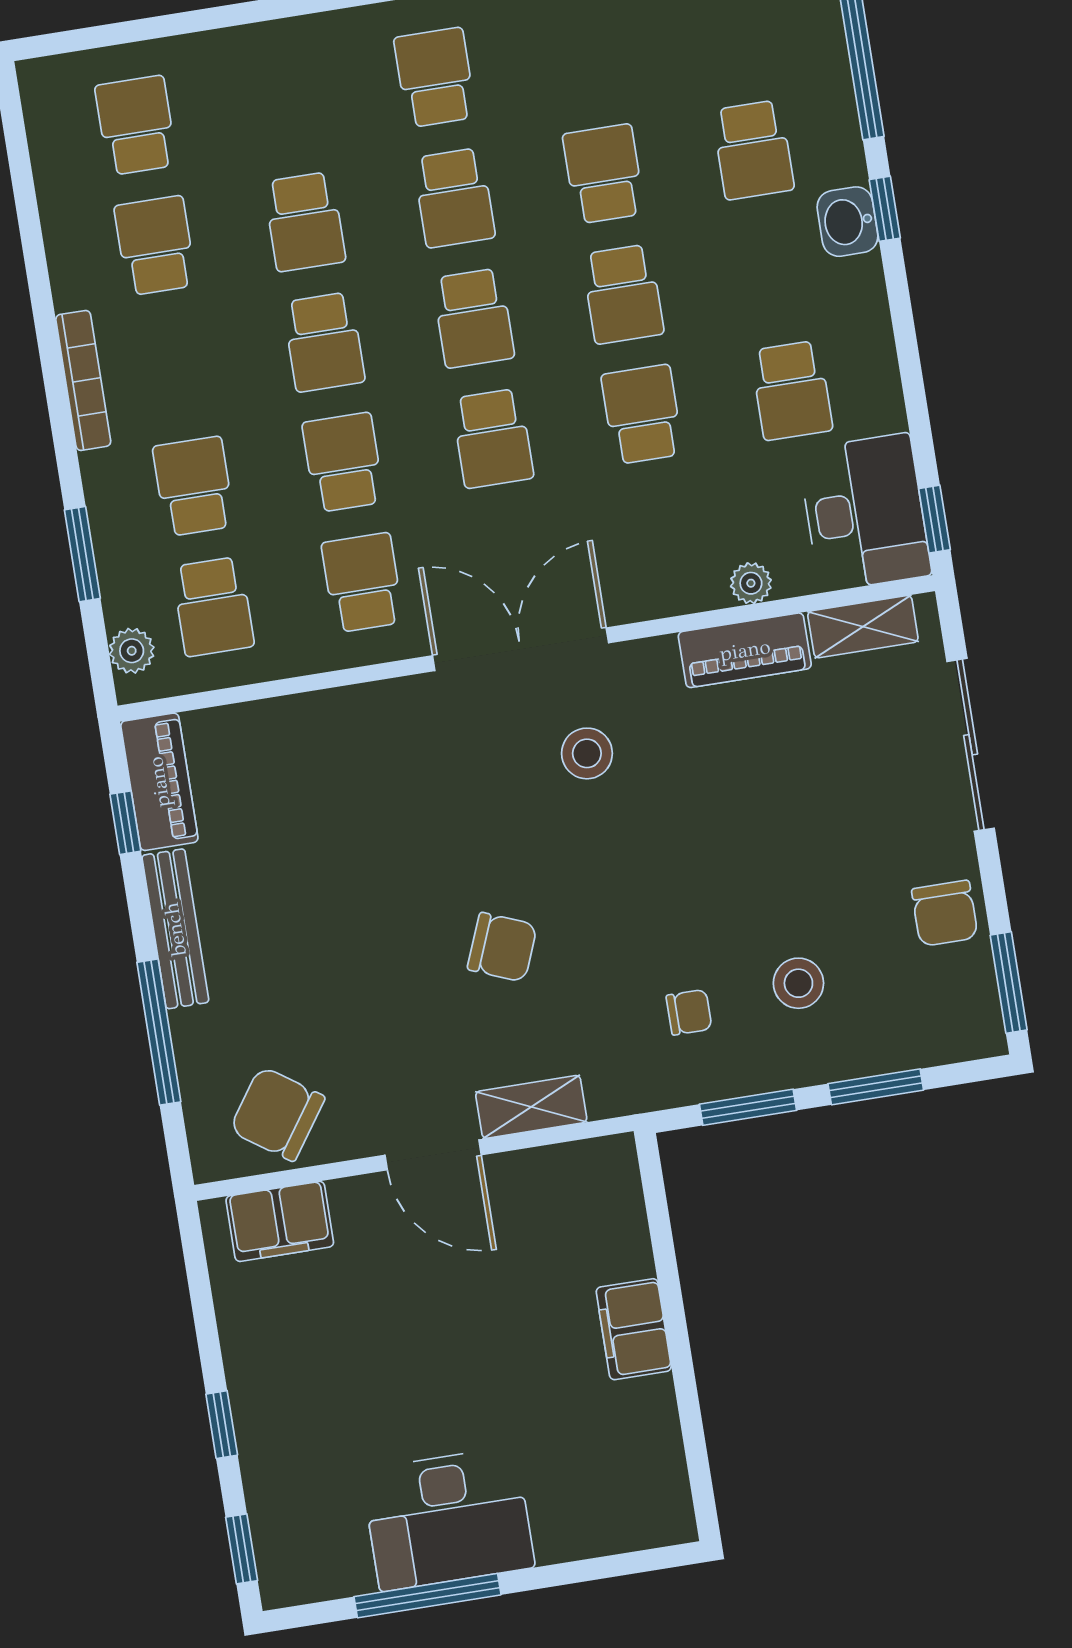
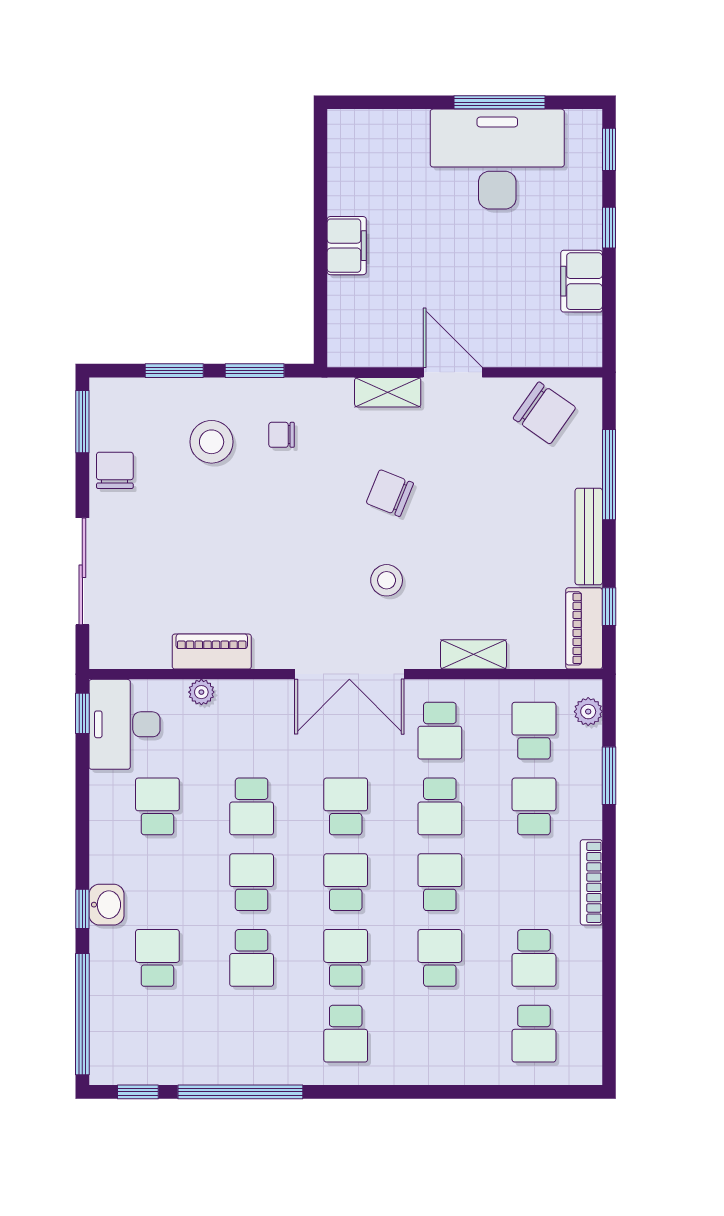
school desk: (194, 486) -> (534, 806), turned 180
shelving: (863, 627) -> (473, 654), moved
stool: (587, 753) -> (387, 580), moved
stool: (798, 983) -> (212, 442), width x1.38, depth x1.38
filing cabinet: (280, 1221) -> (582, 281), moved, turned -90
desk: (448, 1519) -> (497, 159), width x1.36, depth x1.30

